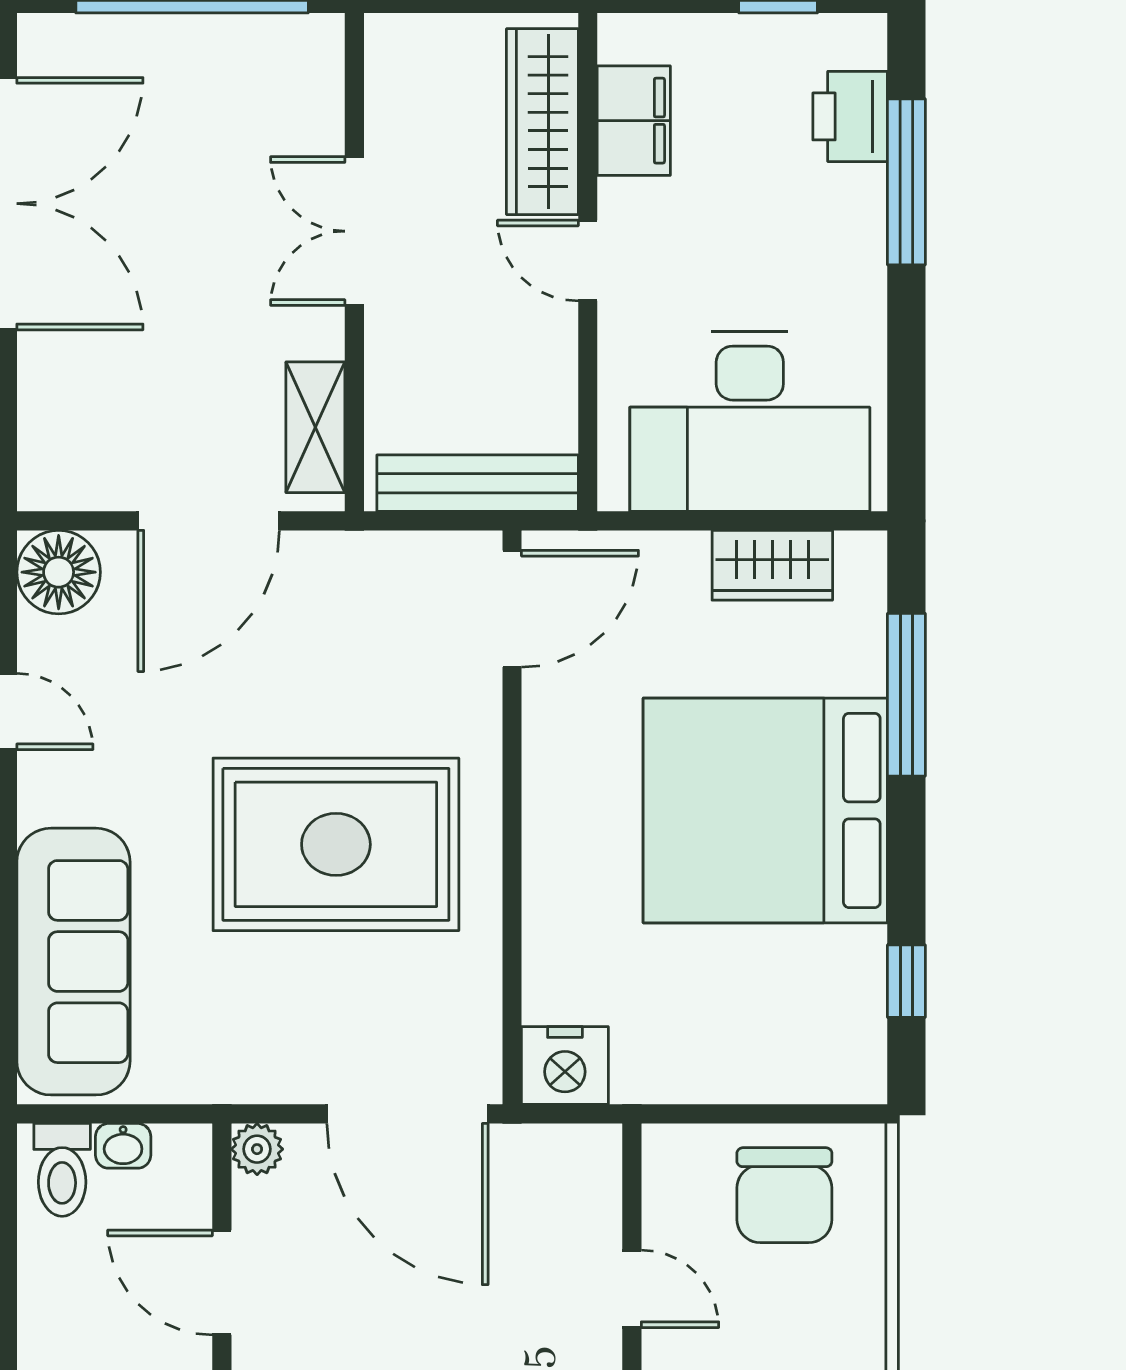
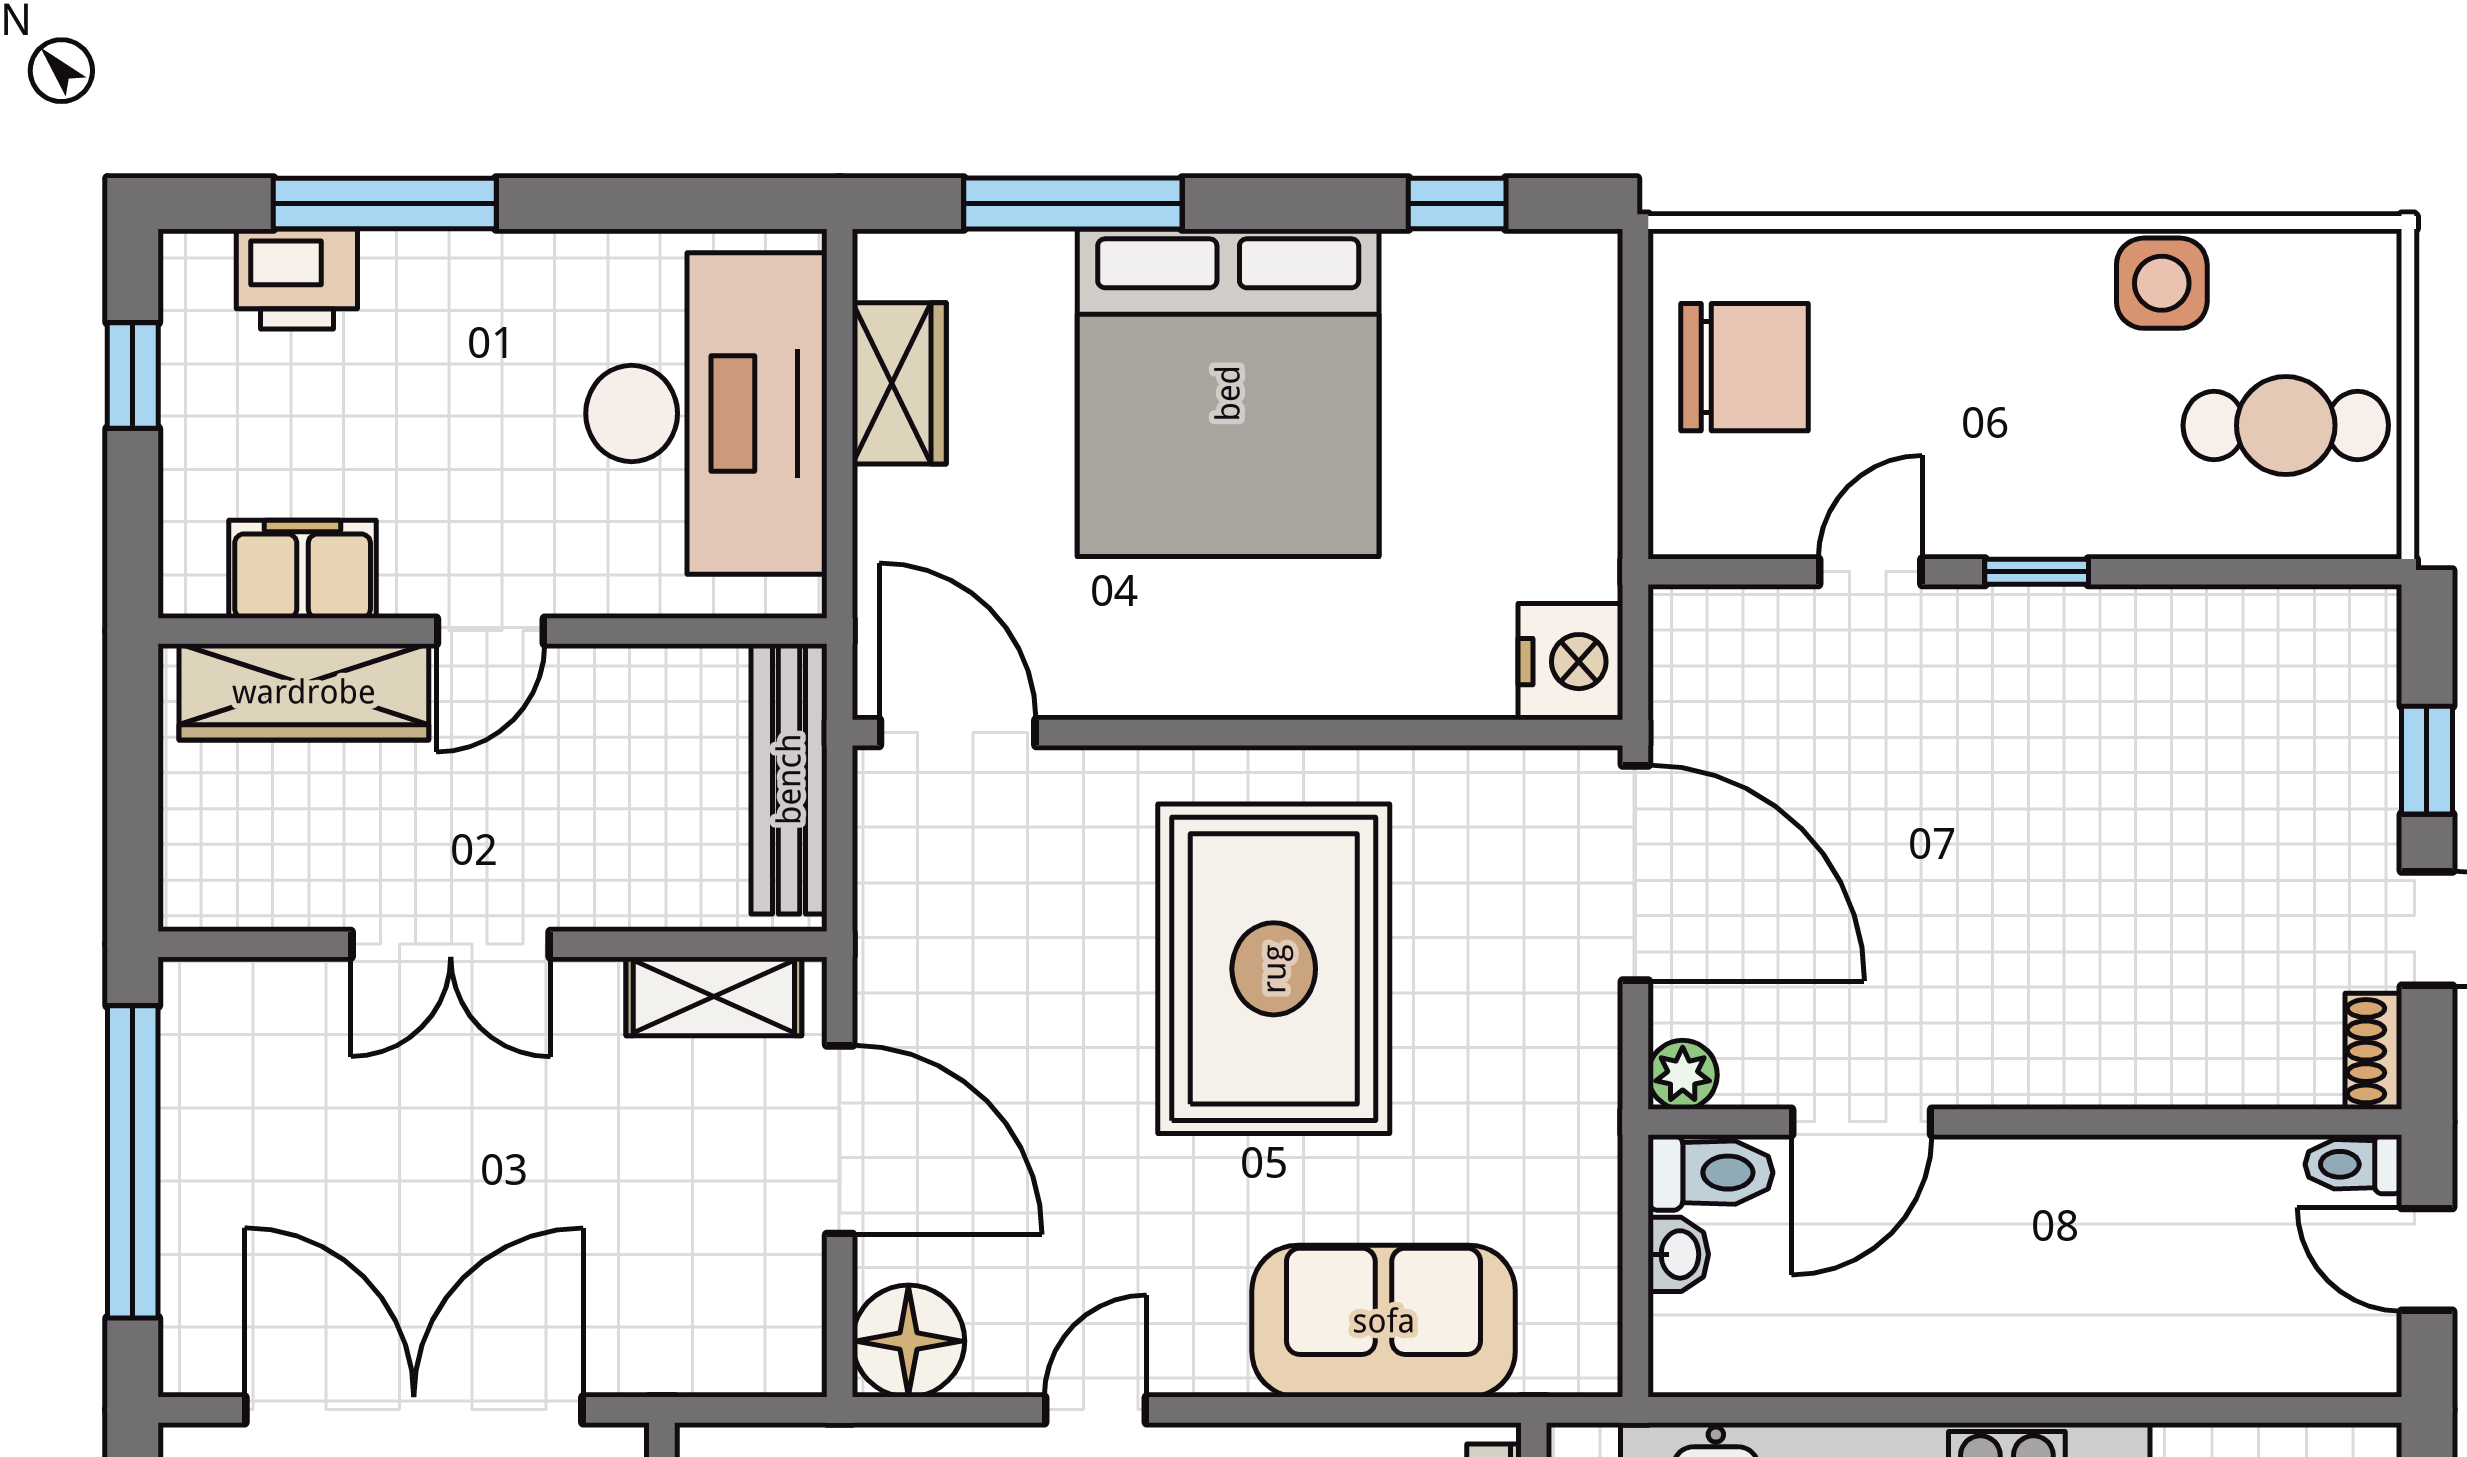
sofa: (73, 962) -> (1384, 1321), width x0.73
door: (407, 1114) -> (1635, 873), hinge flipped
toilet: (62, 1170) -> (1710, 1173), moved

